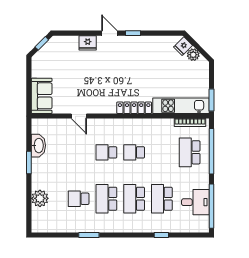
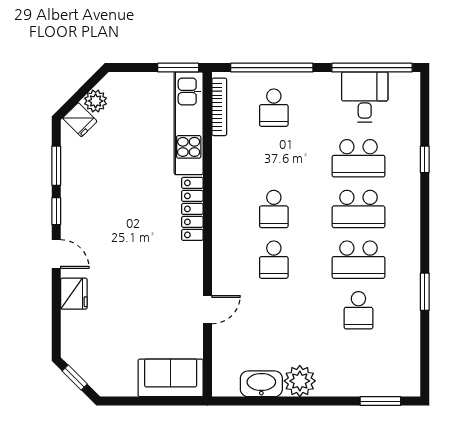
door: (109, 33) -> (56, 254), swing flipped
window: (158, 33) -> (56, 166), added
school desk: (190, 152) -> (274, 108), width x0.54
window: (29, 162) -> (380, 401), moved
plant: (40, 198) -> (300, 381), moved

